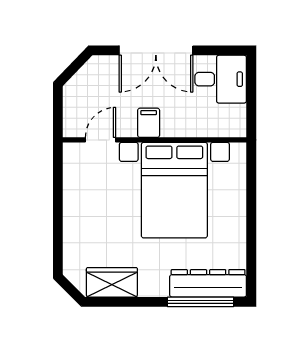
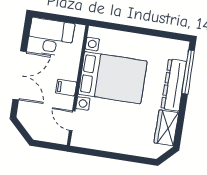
desk: (221, 79) -> (51, 37), width x1.37
dresser: (208, 283) -> (174, 85), moved

